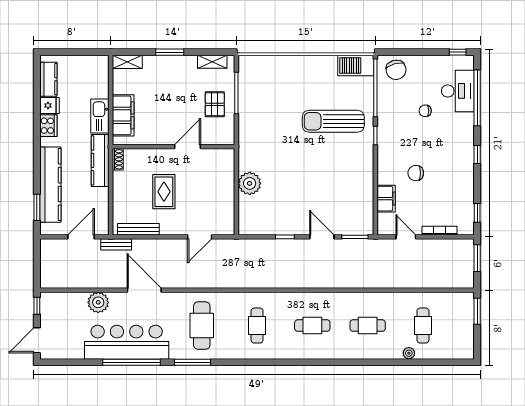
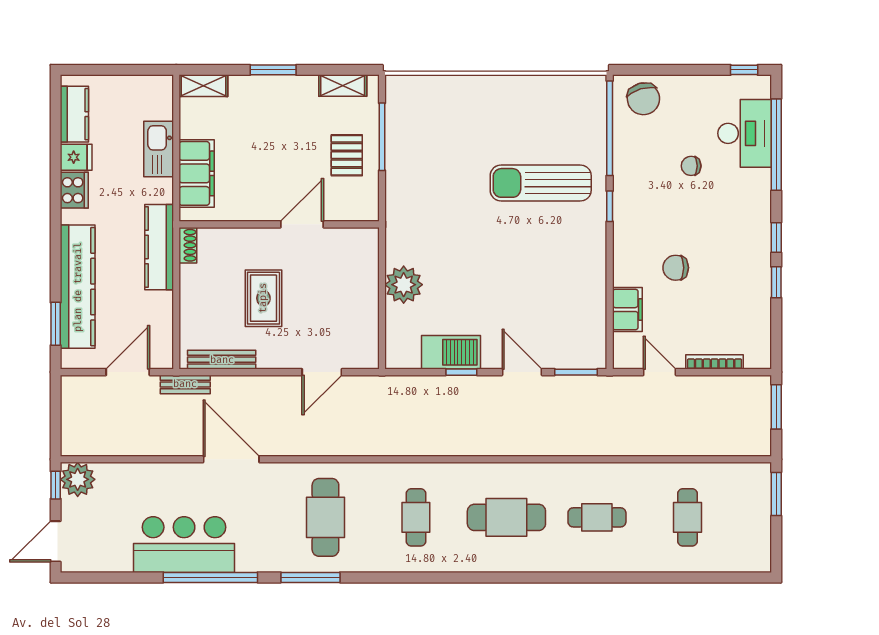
barbecue: (356, 65) -> (451, 352), moved, turned 180
kitchen sink: (100, 116) -> (159, 149), moved
window: (477, 213) -> (776, 282), moved
plant: (98, 302) -> (78, 479), moved
cafe table: (312, 326) -> (506, 517), width x1.37, depth x1.35
bar counter: (127, 342) -> (184, 545), width x0.73
plant: (409, 353) -> (664, 563), removed

